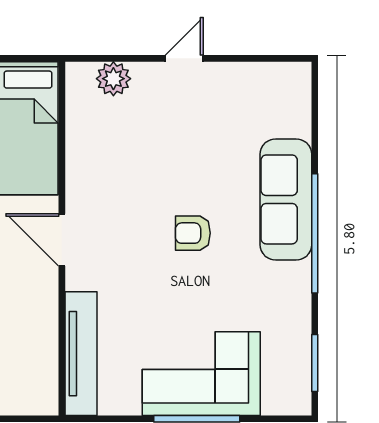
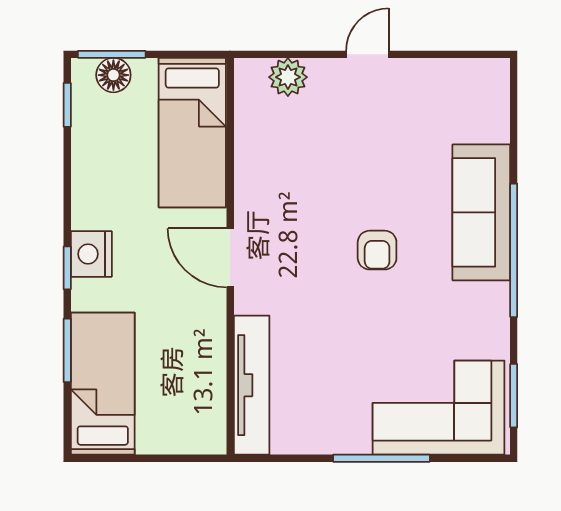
armchair: (193, 233) -> (377, 250), turned -90
corner sofa: (201, 374) -> (439, 408), moved

